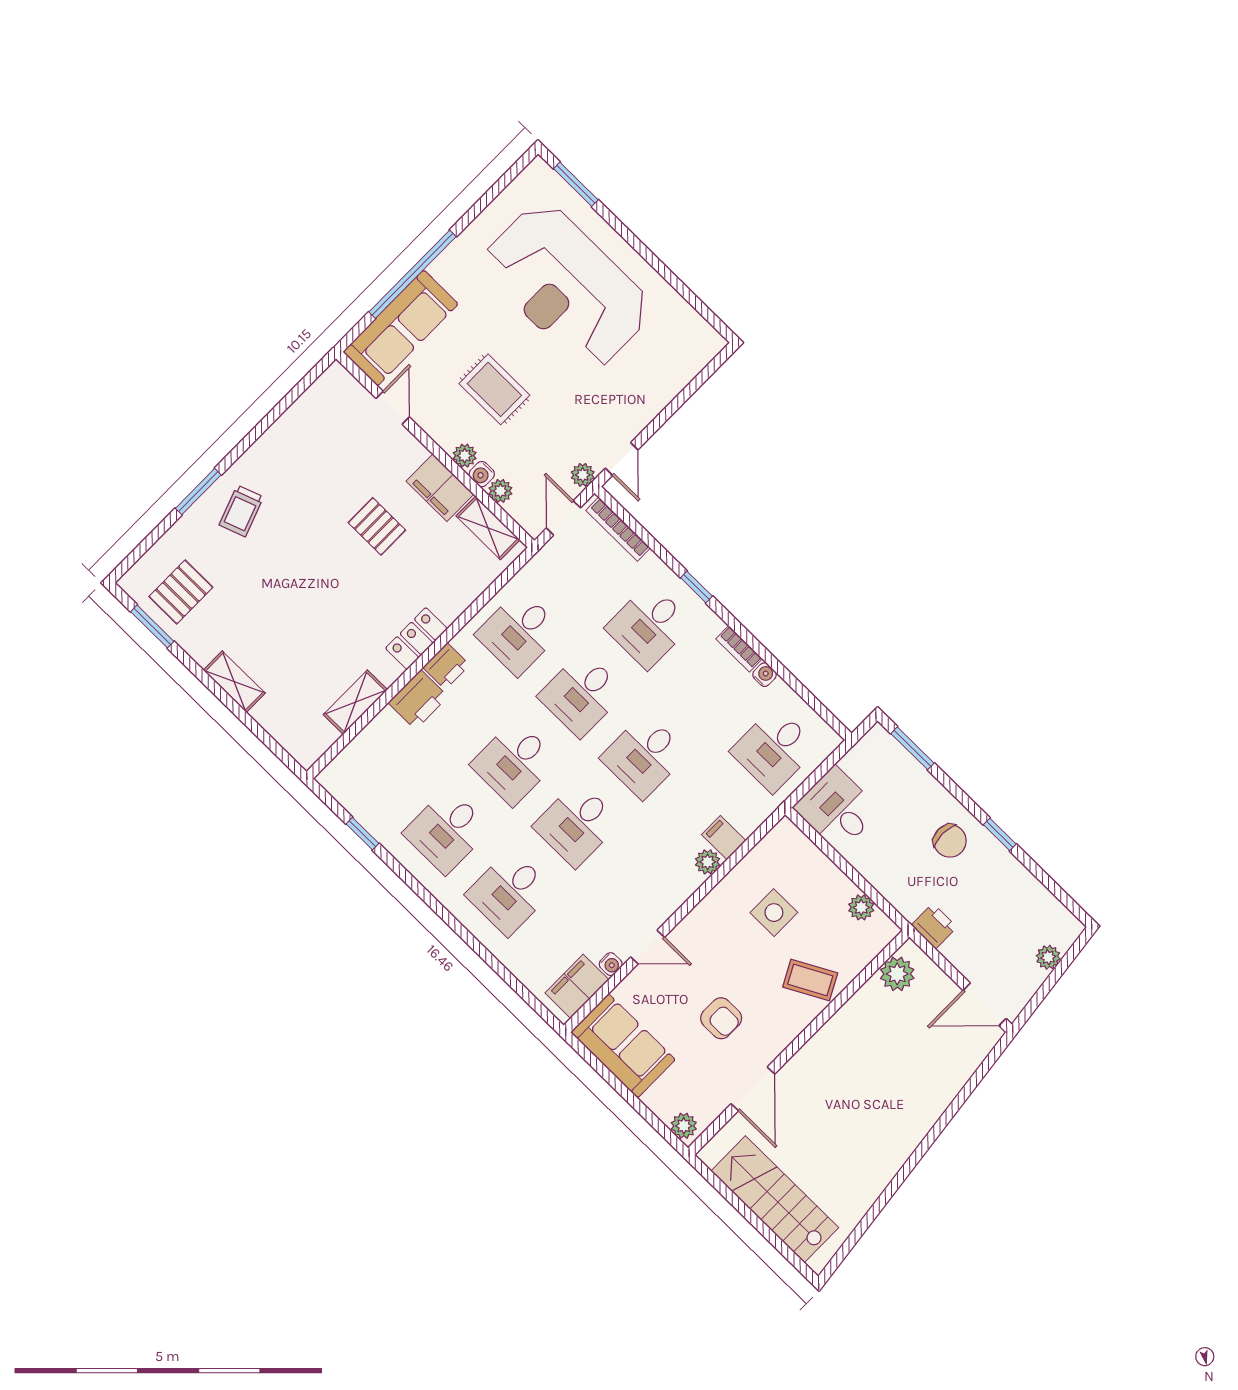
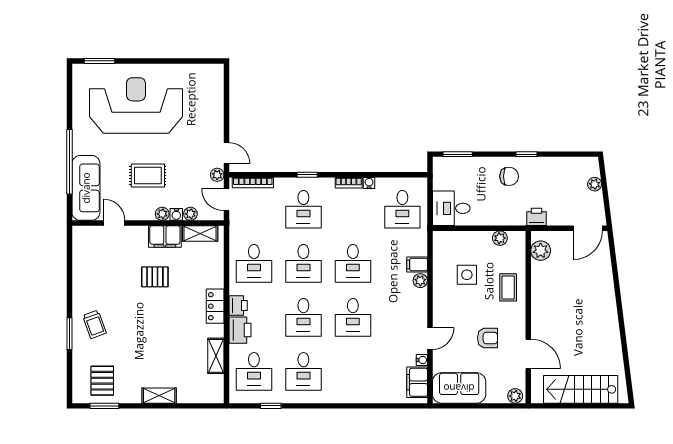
reception desk: (567, 286) -> (136, 105), turned 180
desk: (509, 893) -> (254, 371), moved
coffee table: (810, 980) -> (508, 287), turned -62

